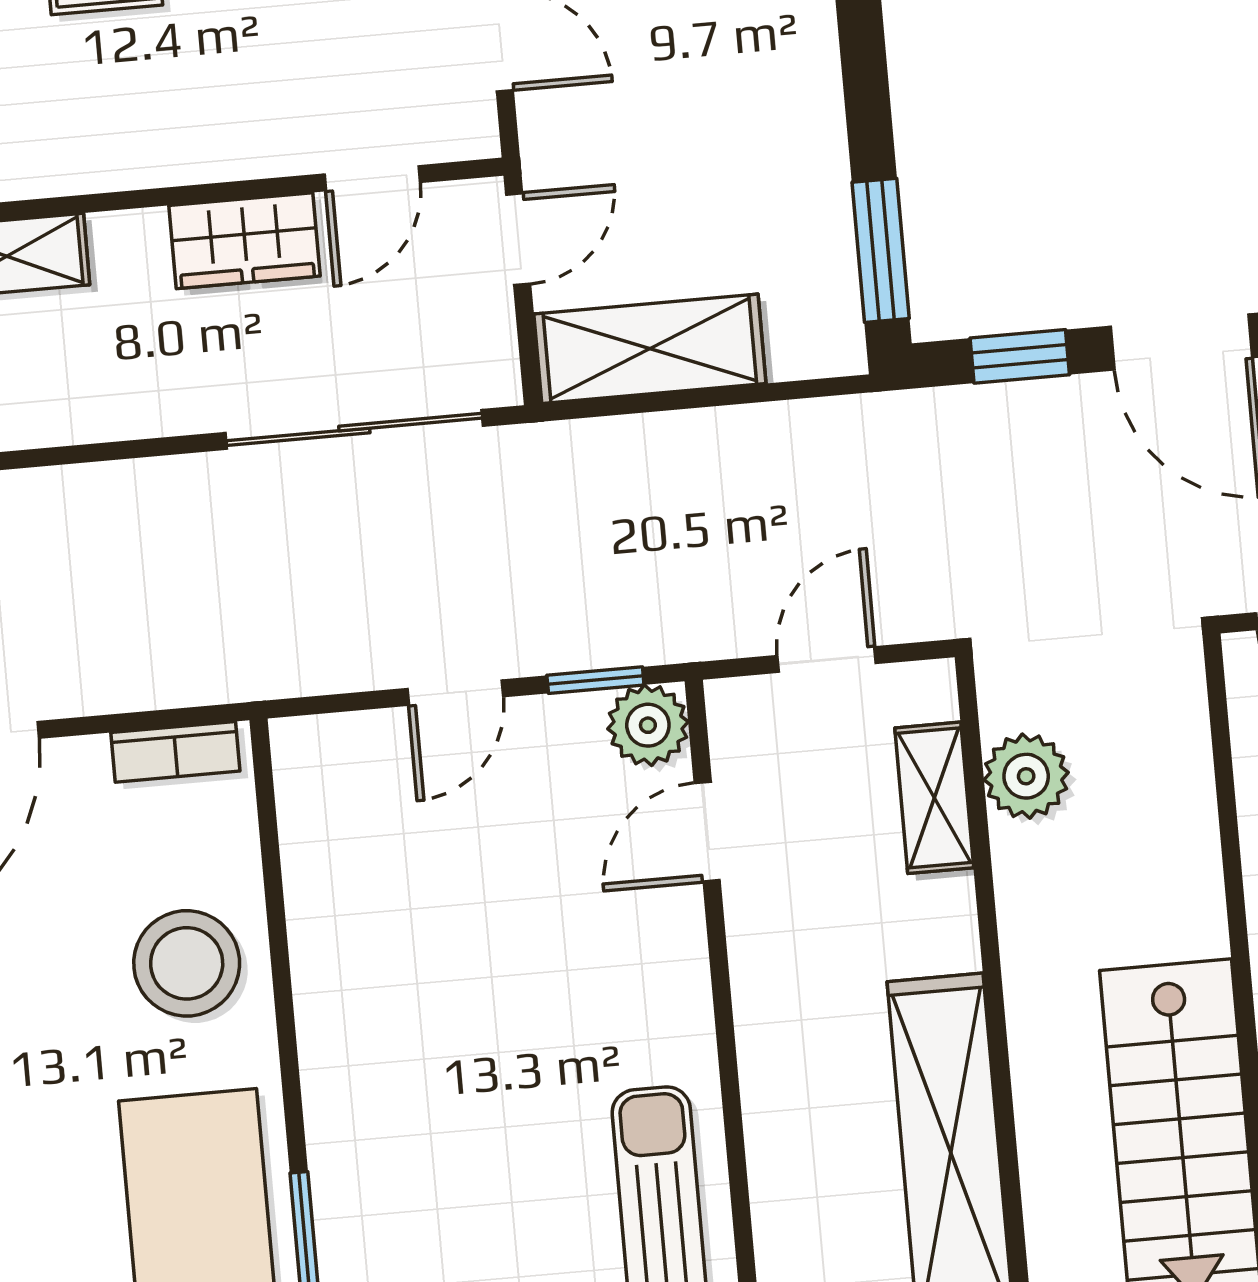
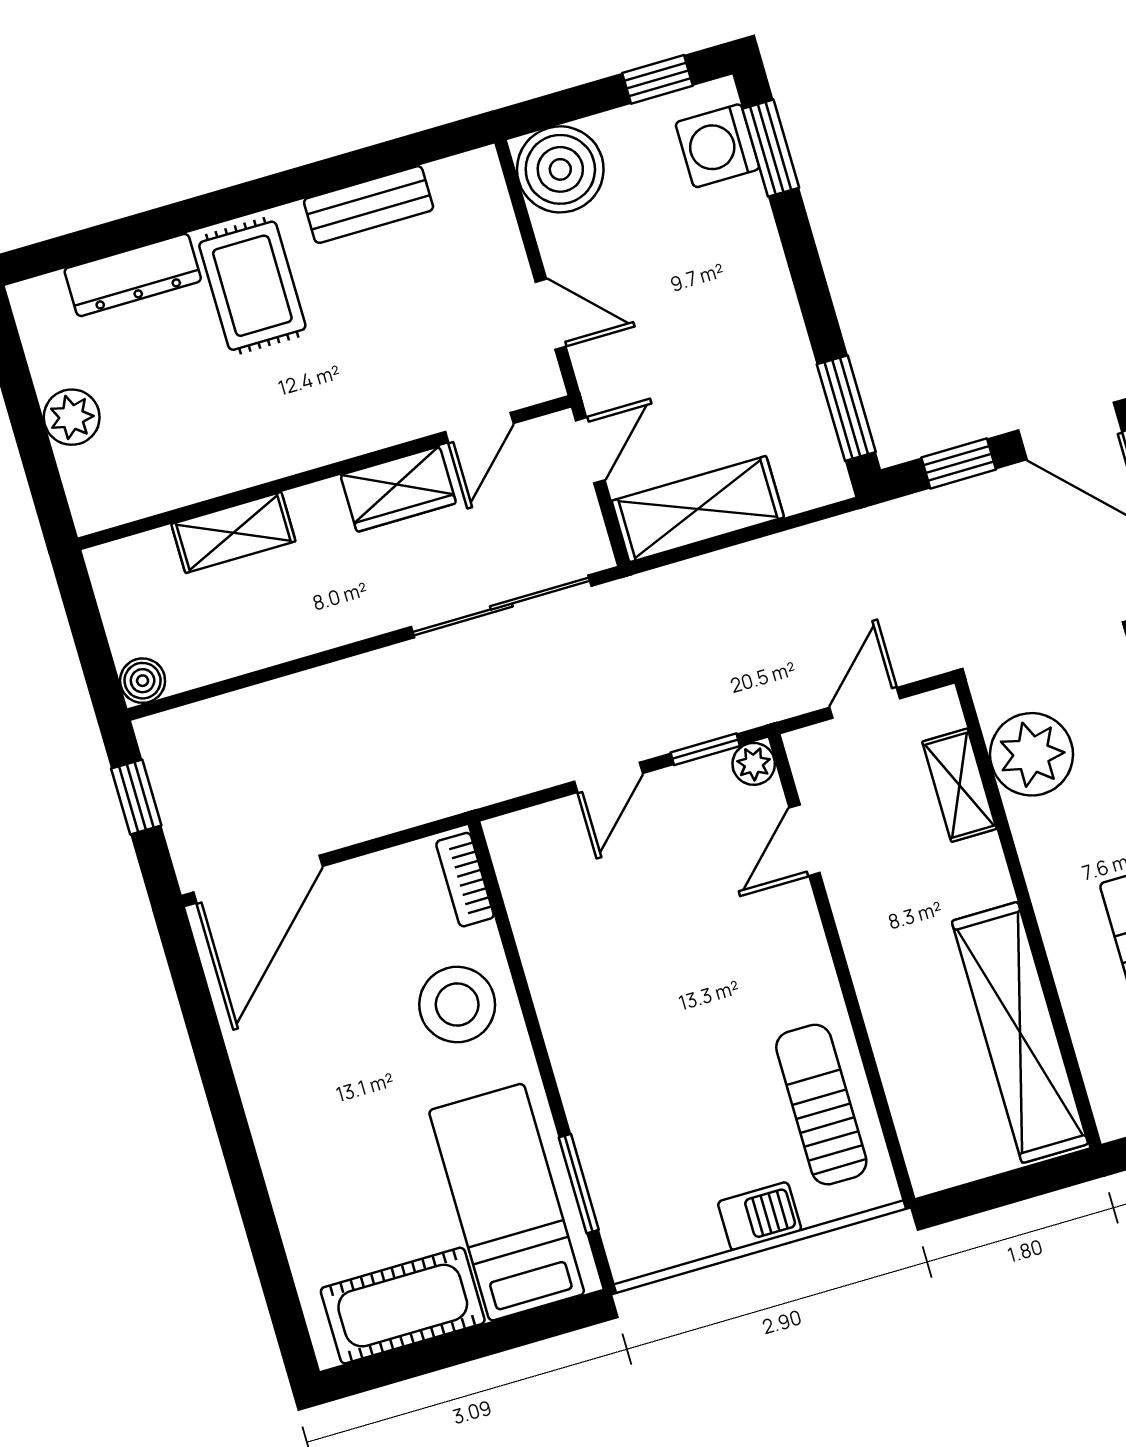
plant: (648, 725) -> (754, 764), width x0.73, depth x0.73
bookcase: (175, 752) -> (465, 880), moved, turned 90
plant: (1026, 776) -> (1032, 754), width x1.36, depth x1.36

